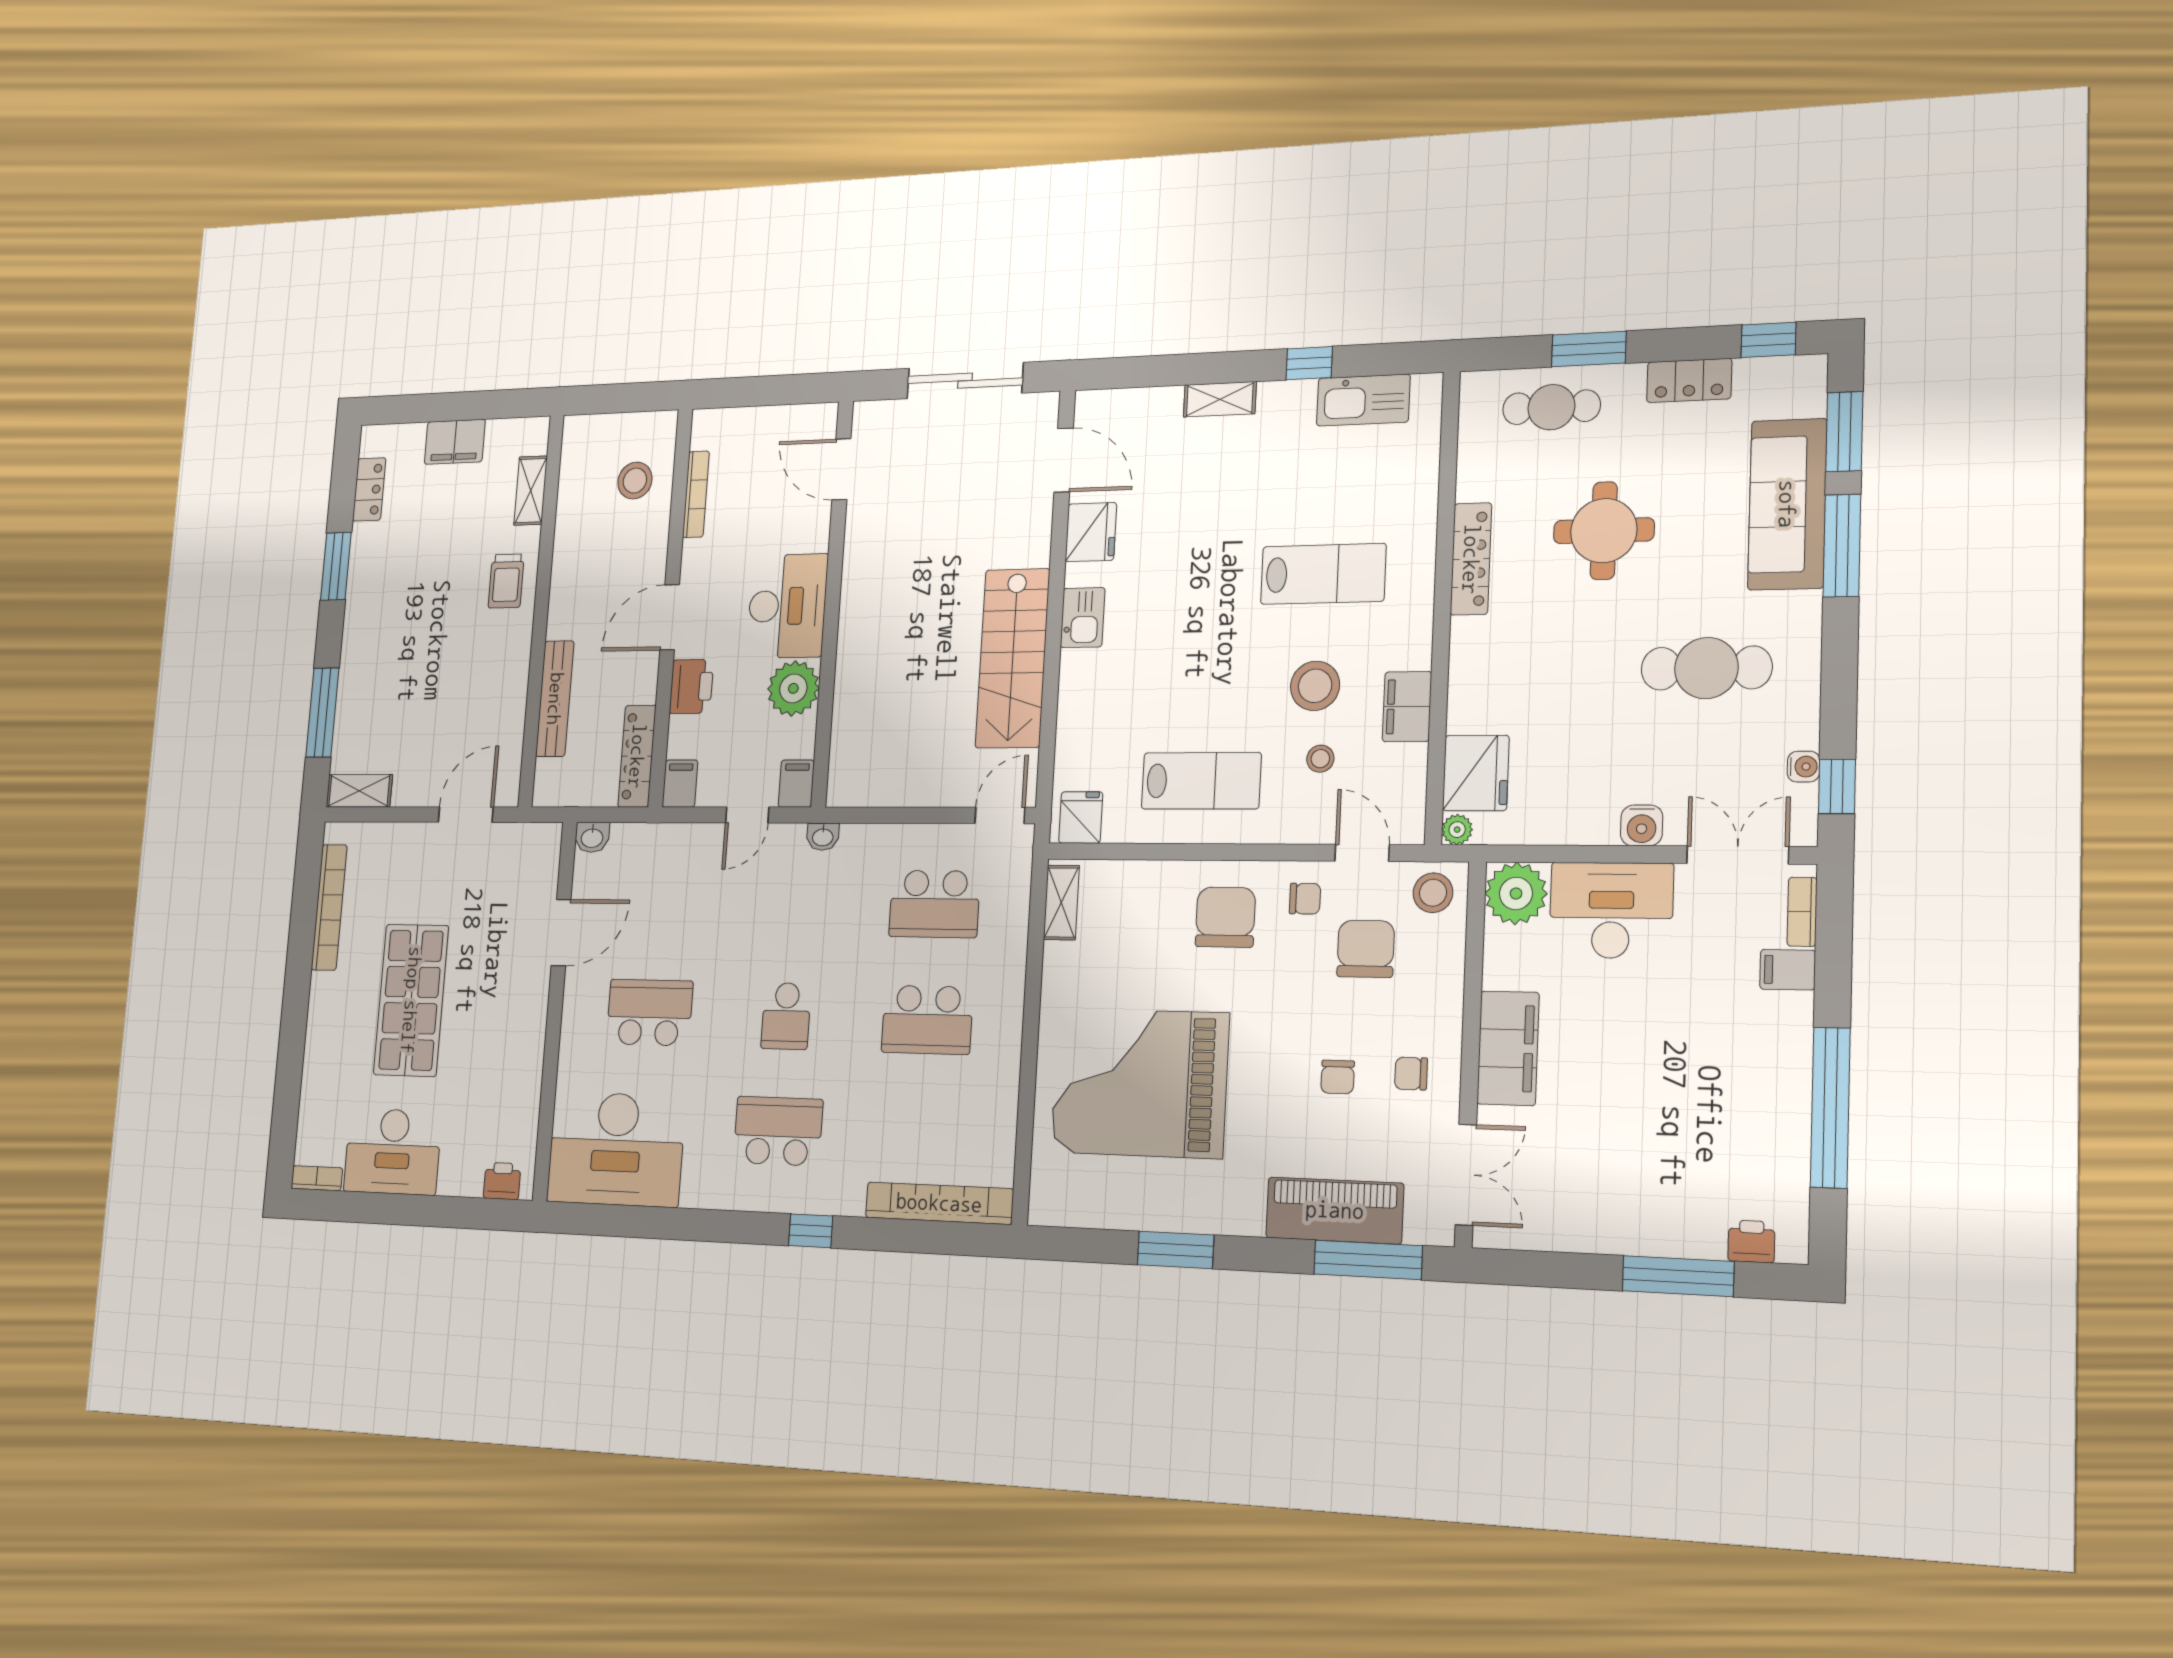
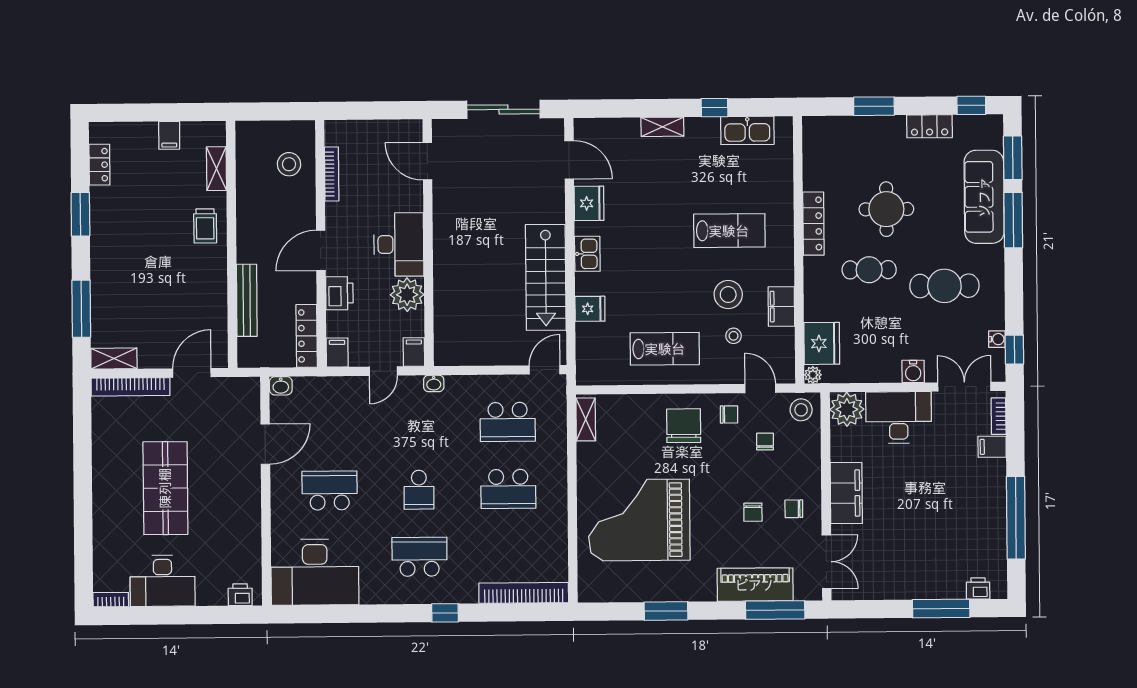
cafe table: (1551, 407) -> (869, 270), moved
filing cabinet: (455, 442) -> (169, 135), width x0.50
fridge: (1081, 817) -> (590, 309), moved, turned 90
bookcase: (329, 907) -> (130, 387), moved, turned 90
chair: (1366, 949) -> (765, 441), width x0.54, depth x0.54

